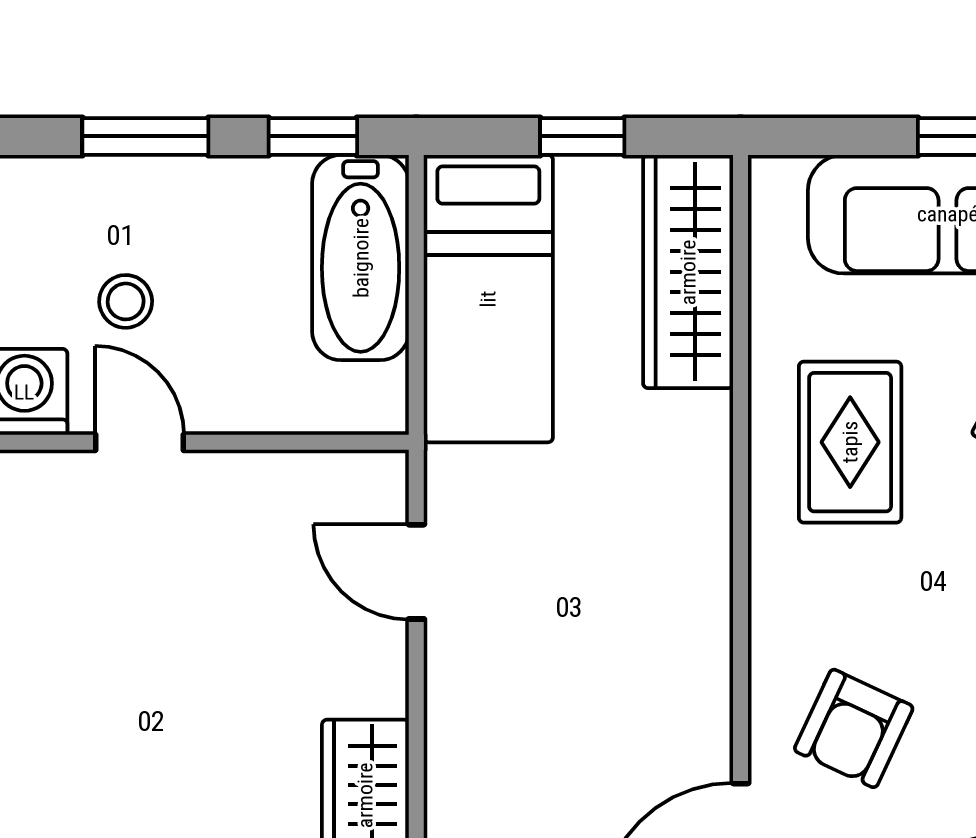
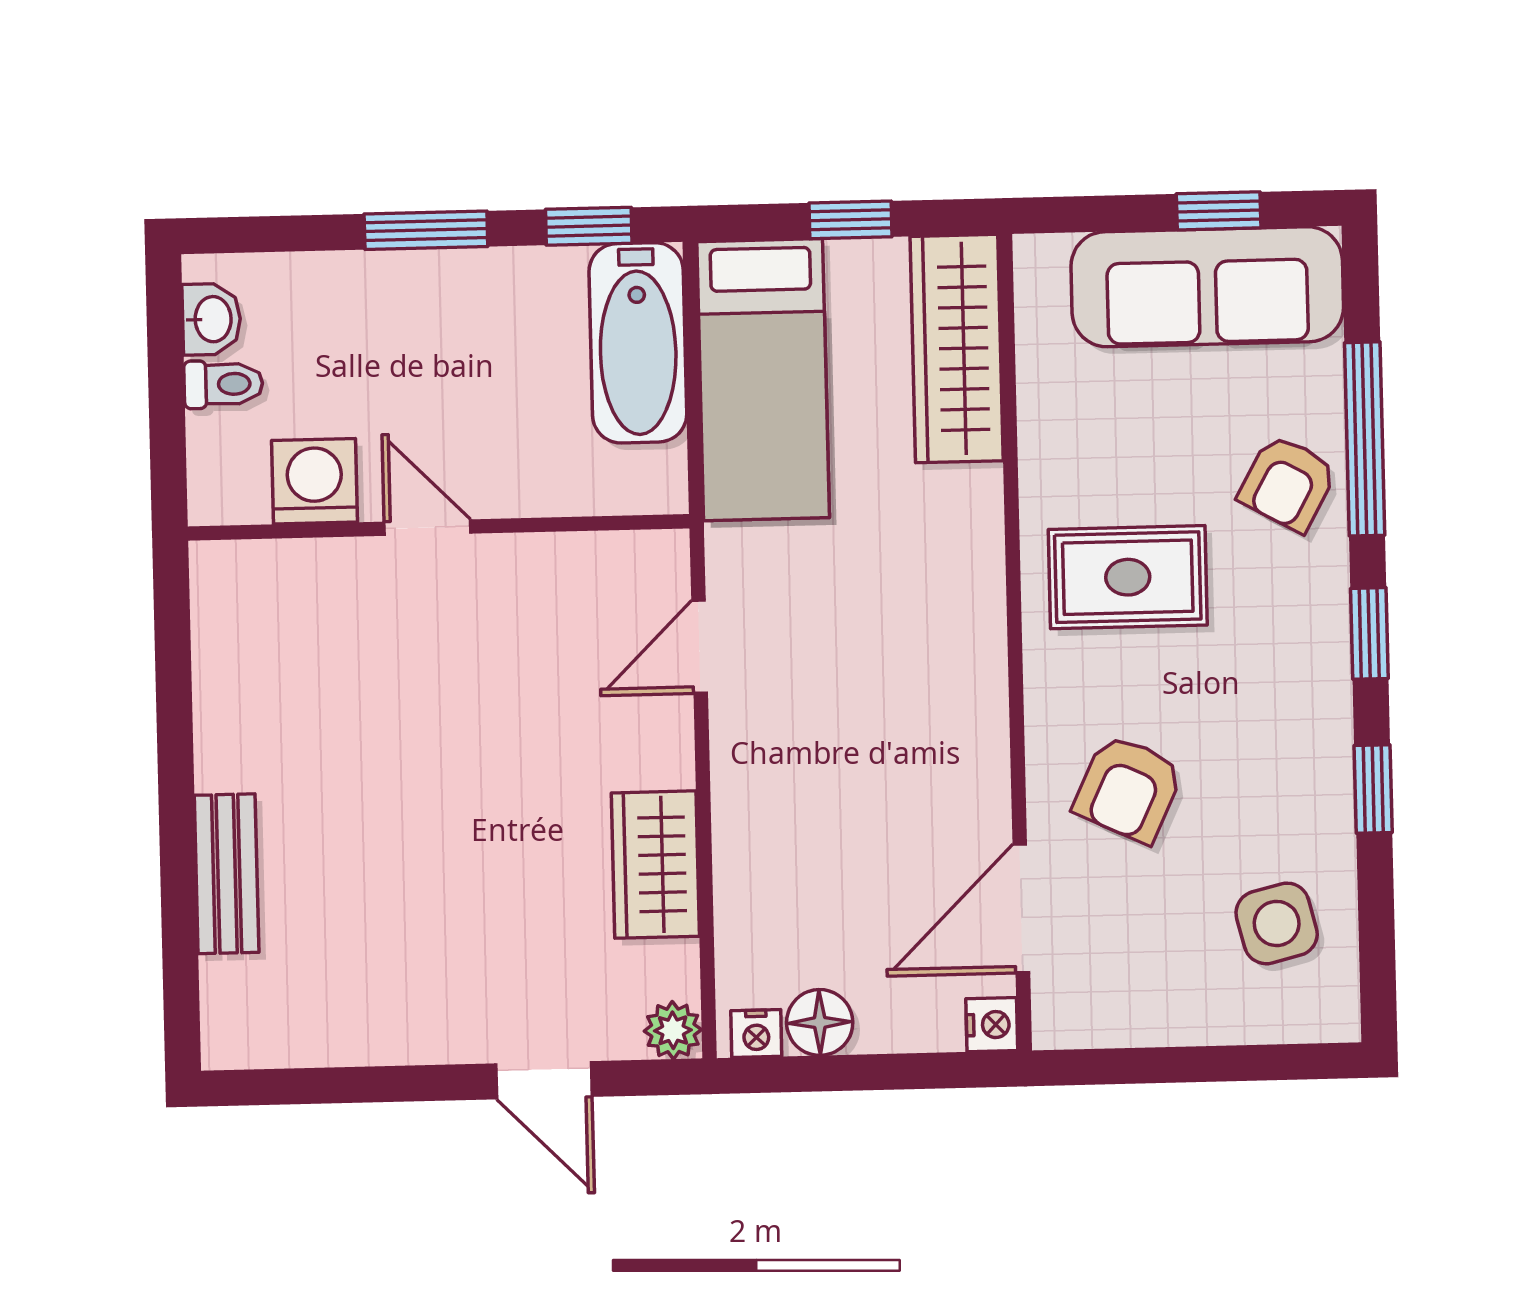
stool: (126, 301) -> (411, 391), removed
rug: (850, 442) -> (1128, 577), moved, turned 90
door: (416, 572) -> (700, 647), hinge flipped

